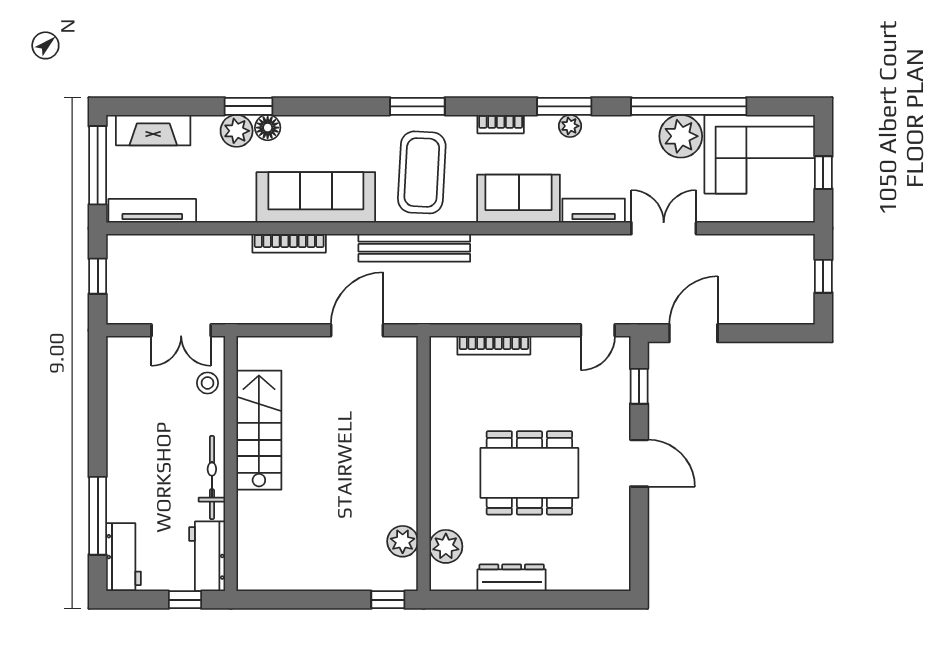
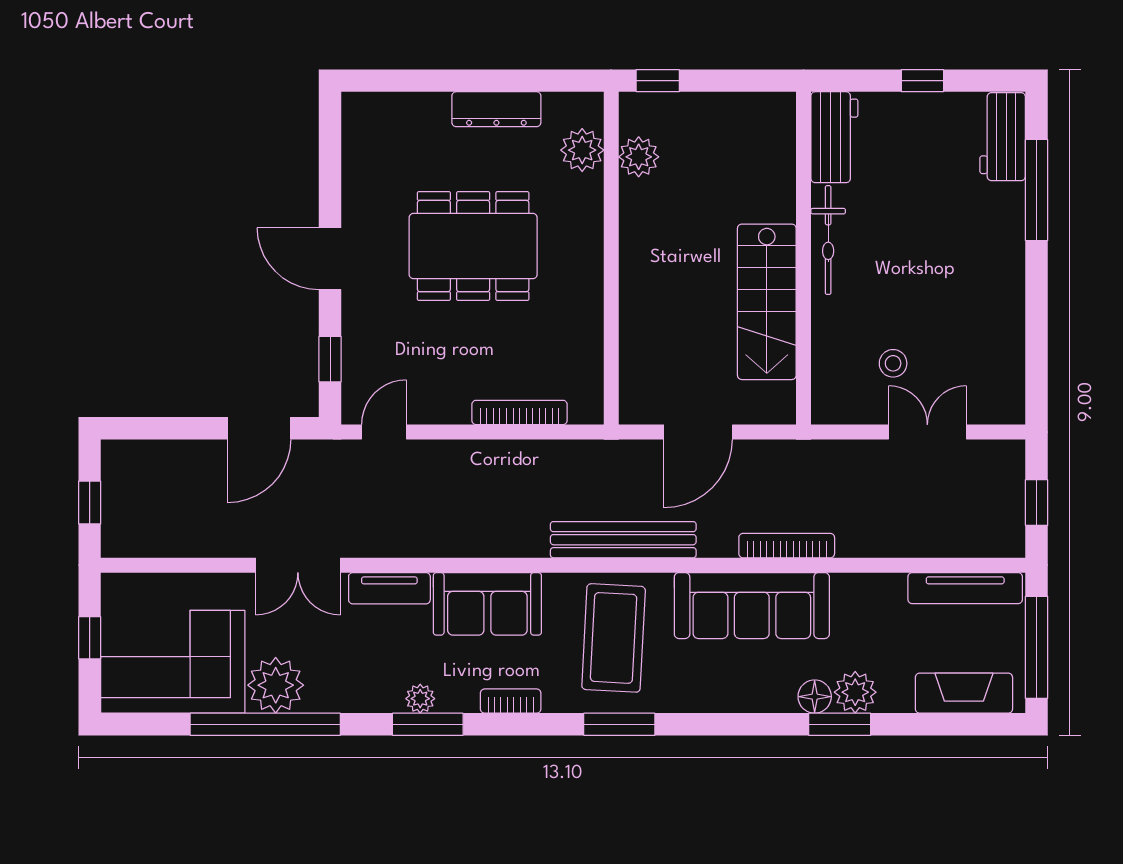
stairs: (259, 430) -> (767, 302), moved
wall: (231, 464) -> (804, 258), moved
bicycle: (212, 477) -> (828, 240), moved
workbench: (207, 556) -> (834, 137), moved

